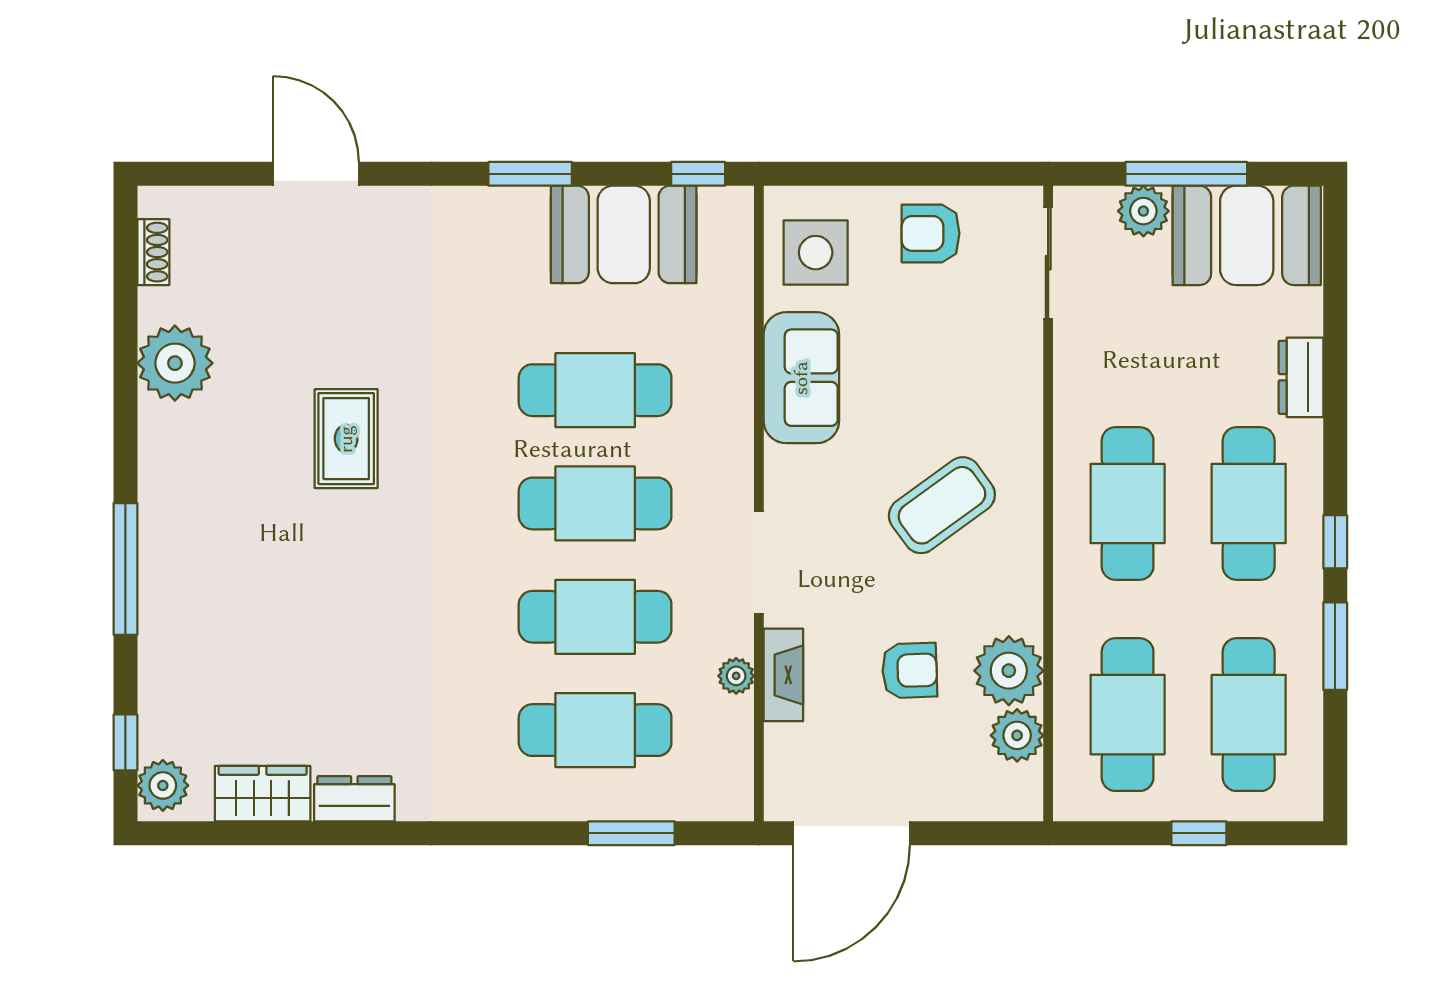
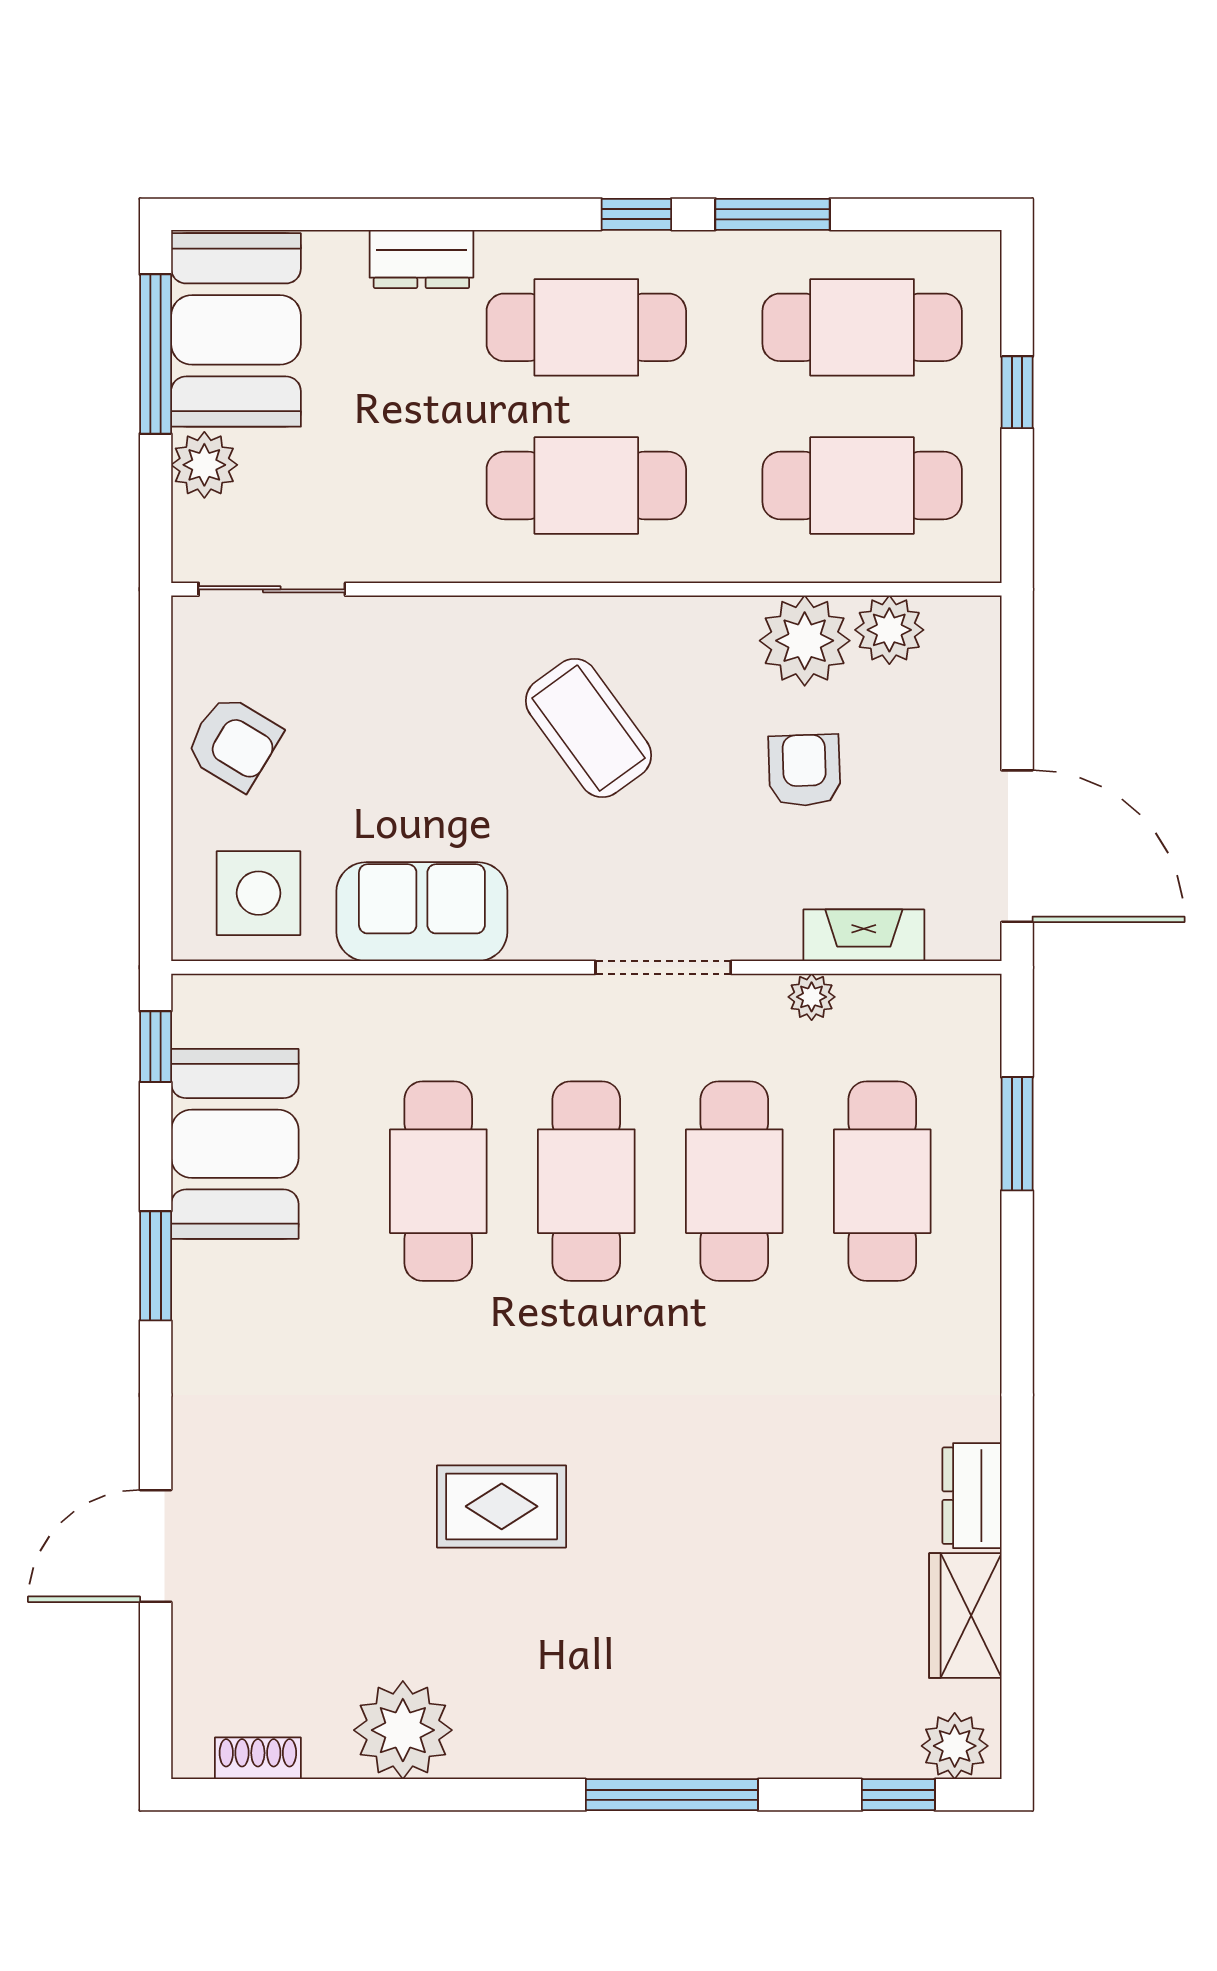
window: (1186, 174) -> (156, 354), moved
armchair: (931, 233) -> (234, 743), turned -59
fireplace: (783, 675) -> (864, 935), moved

